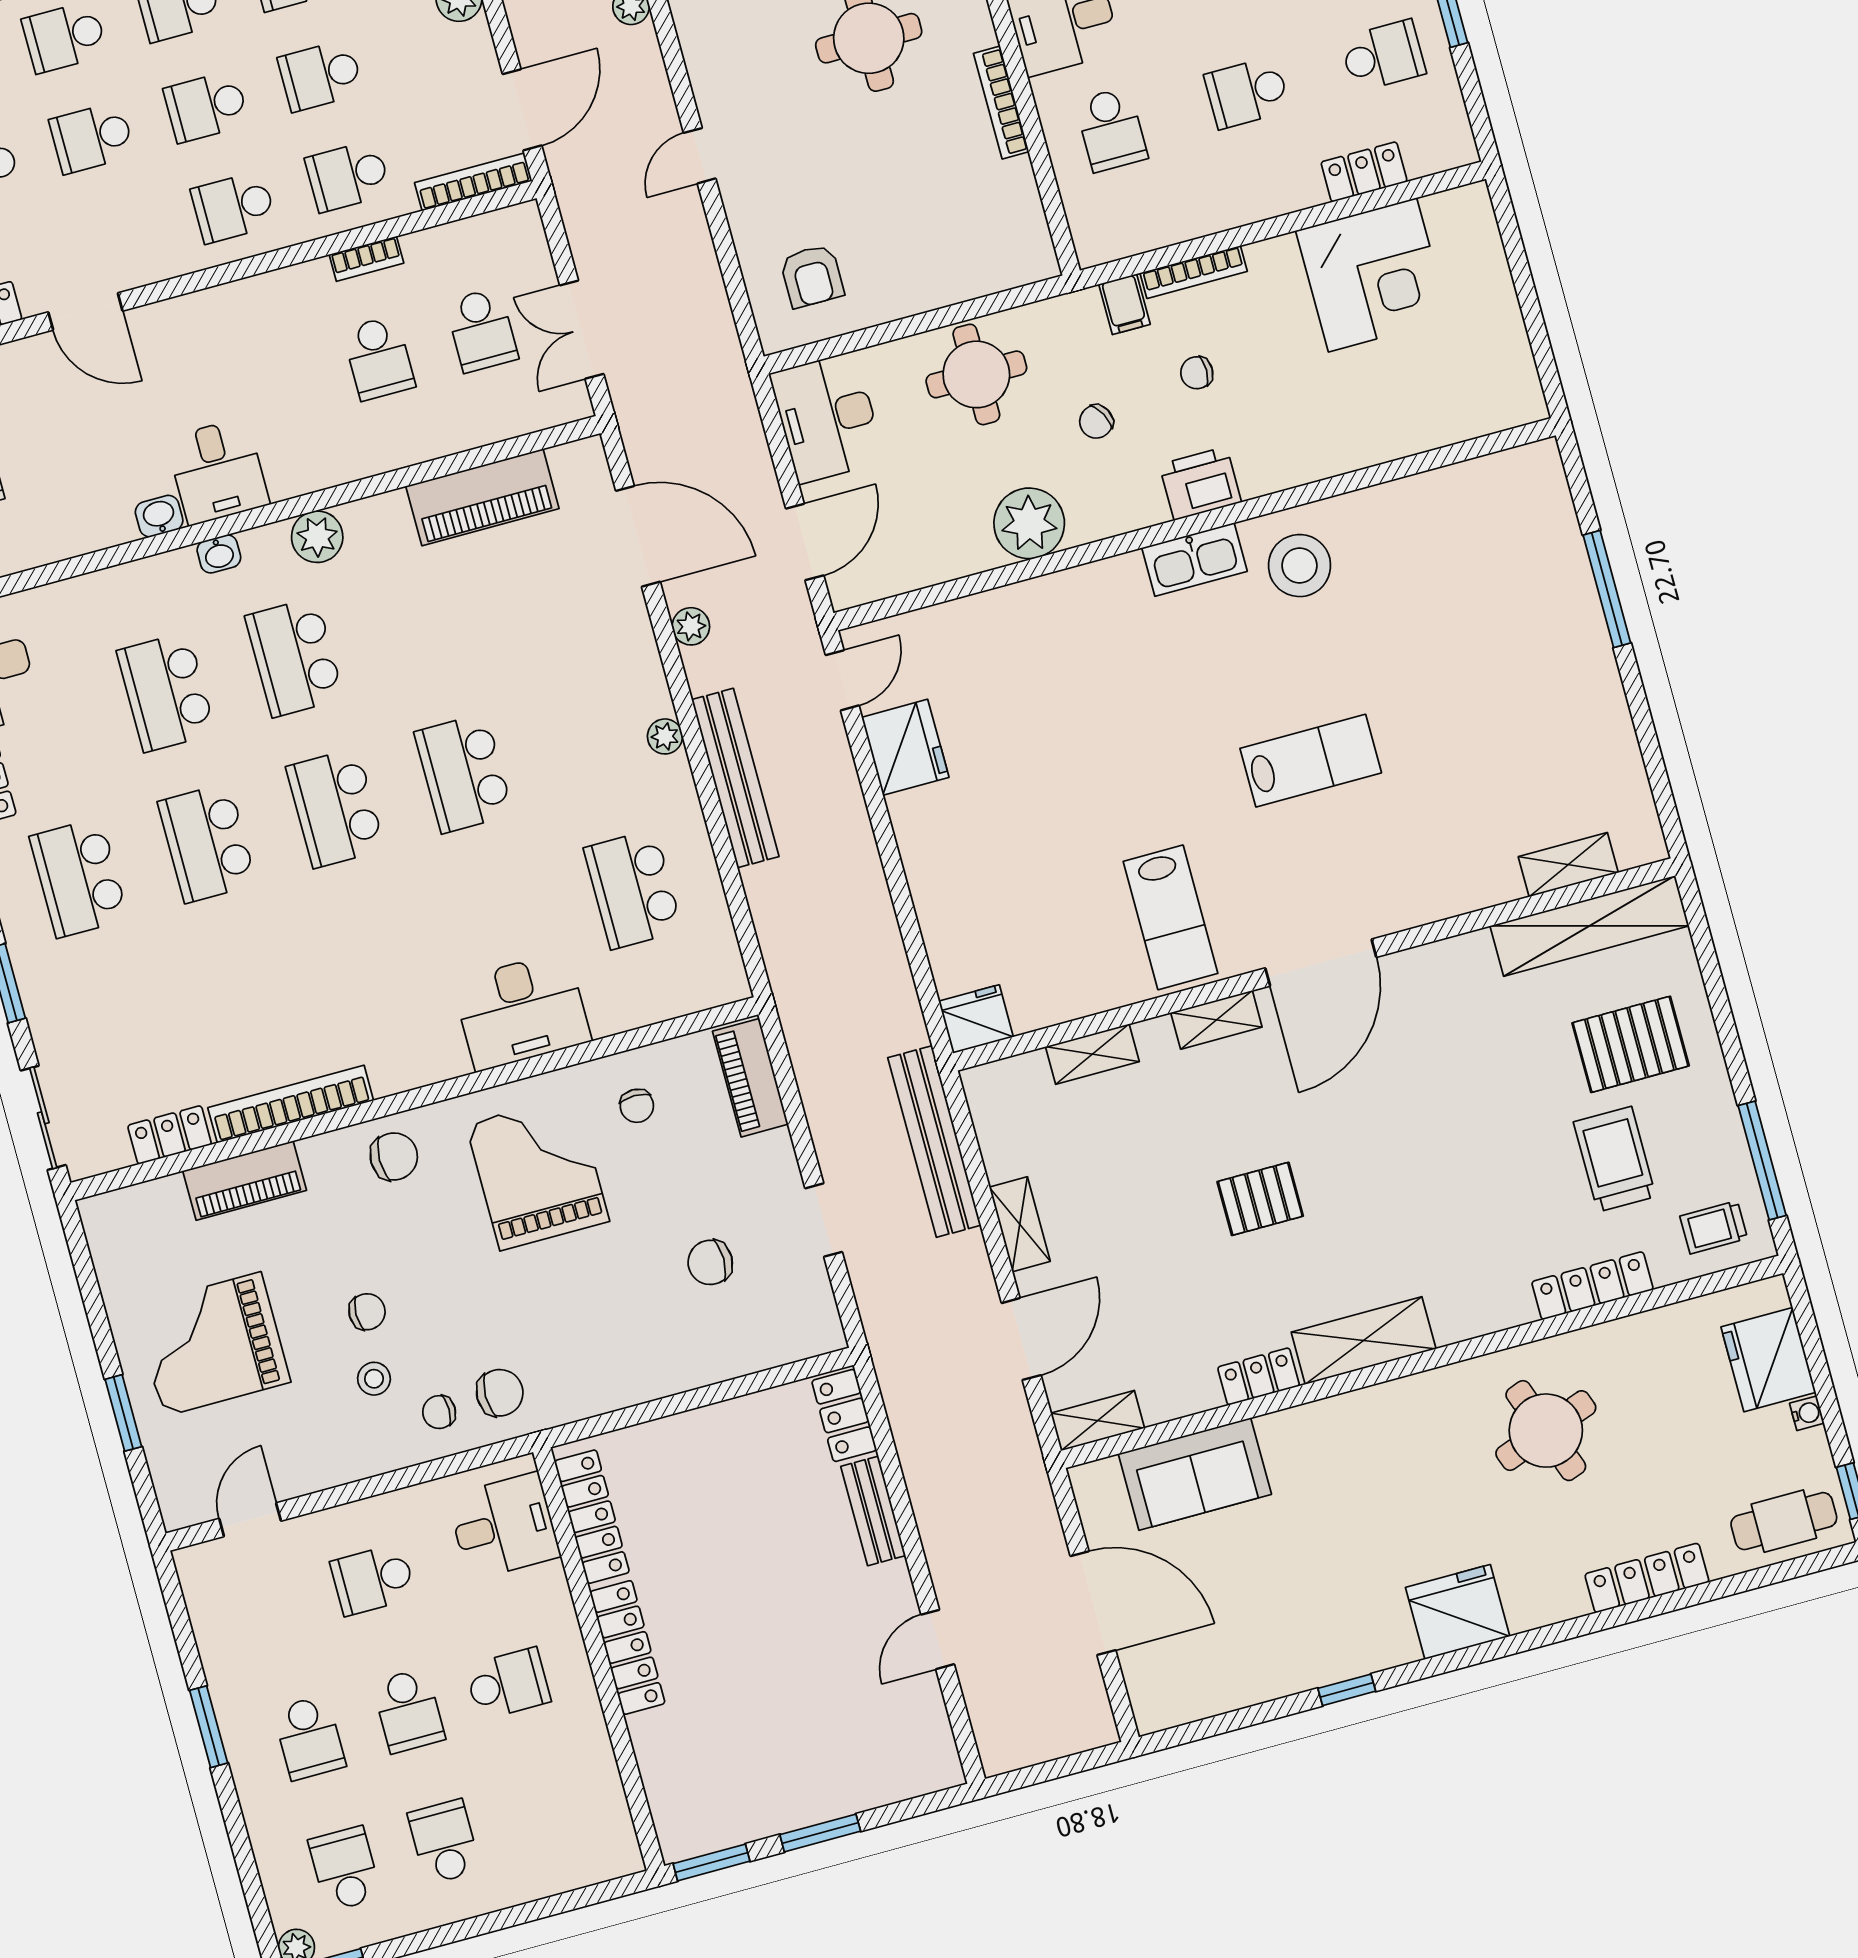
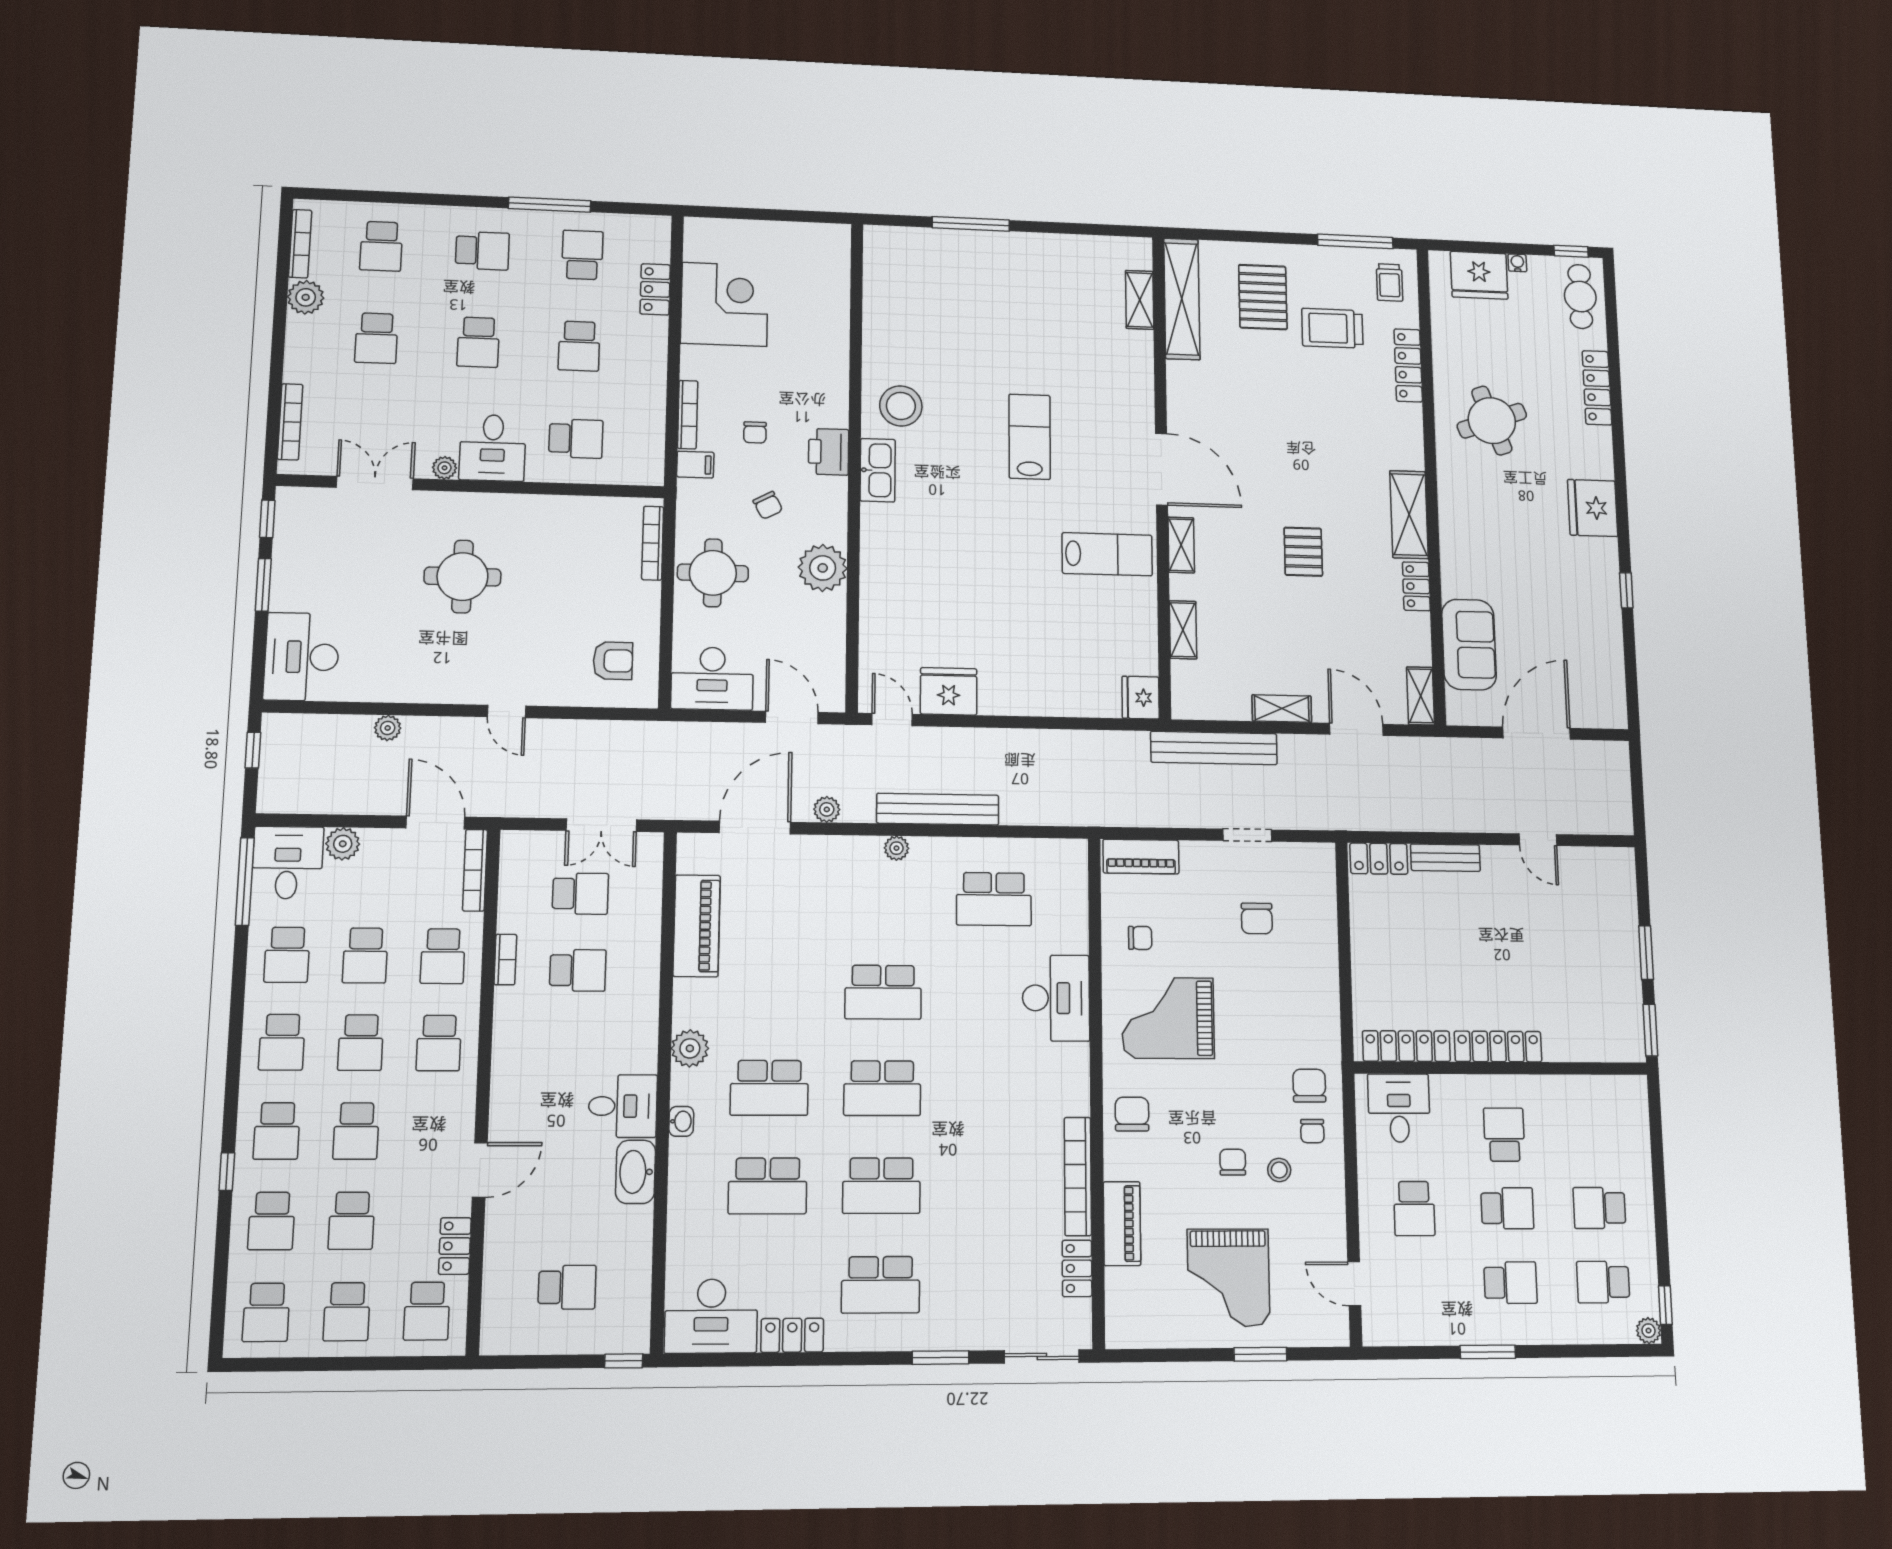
bookcase: (1001, 103) -> (653, 543), moved, turned 90
washbasin: (159, 516) -> (636, 1172), width x1.91, depth x1.45

